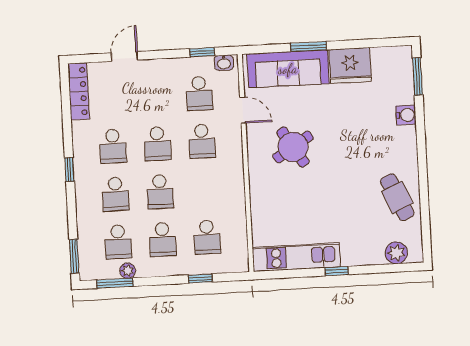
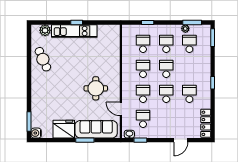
water cooler: (406, 115) -> (36, 133), moved
round table: (293, 147) -> (96, 88), turned 32
school desk: (115, 194) -> (143, 69), moved
kitchen unit: (296, 257) -> (74, 31), moved

